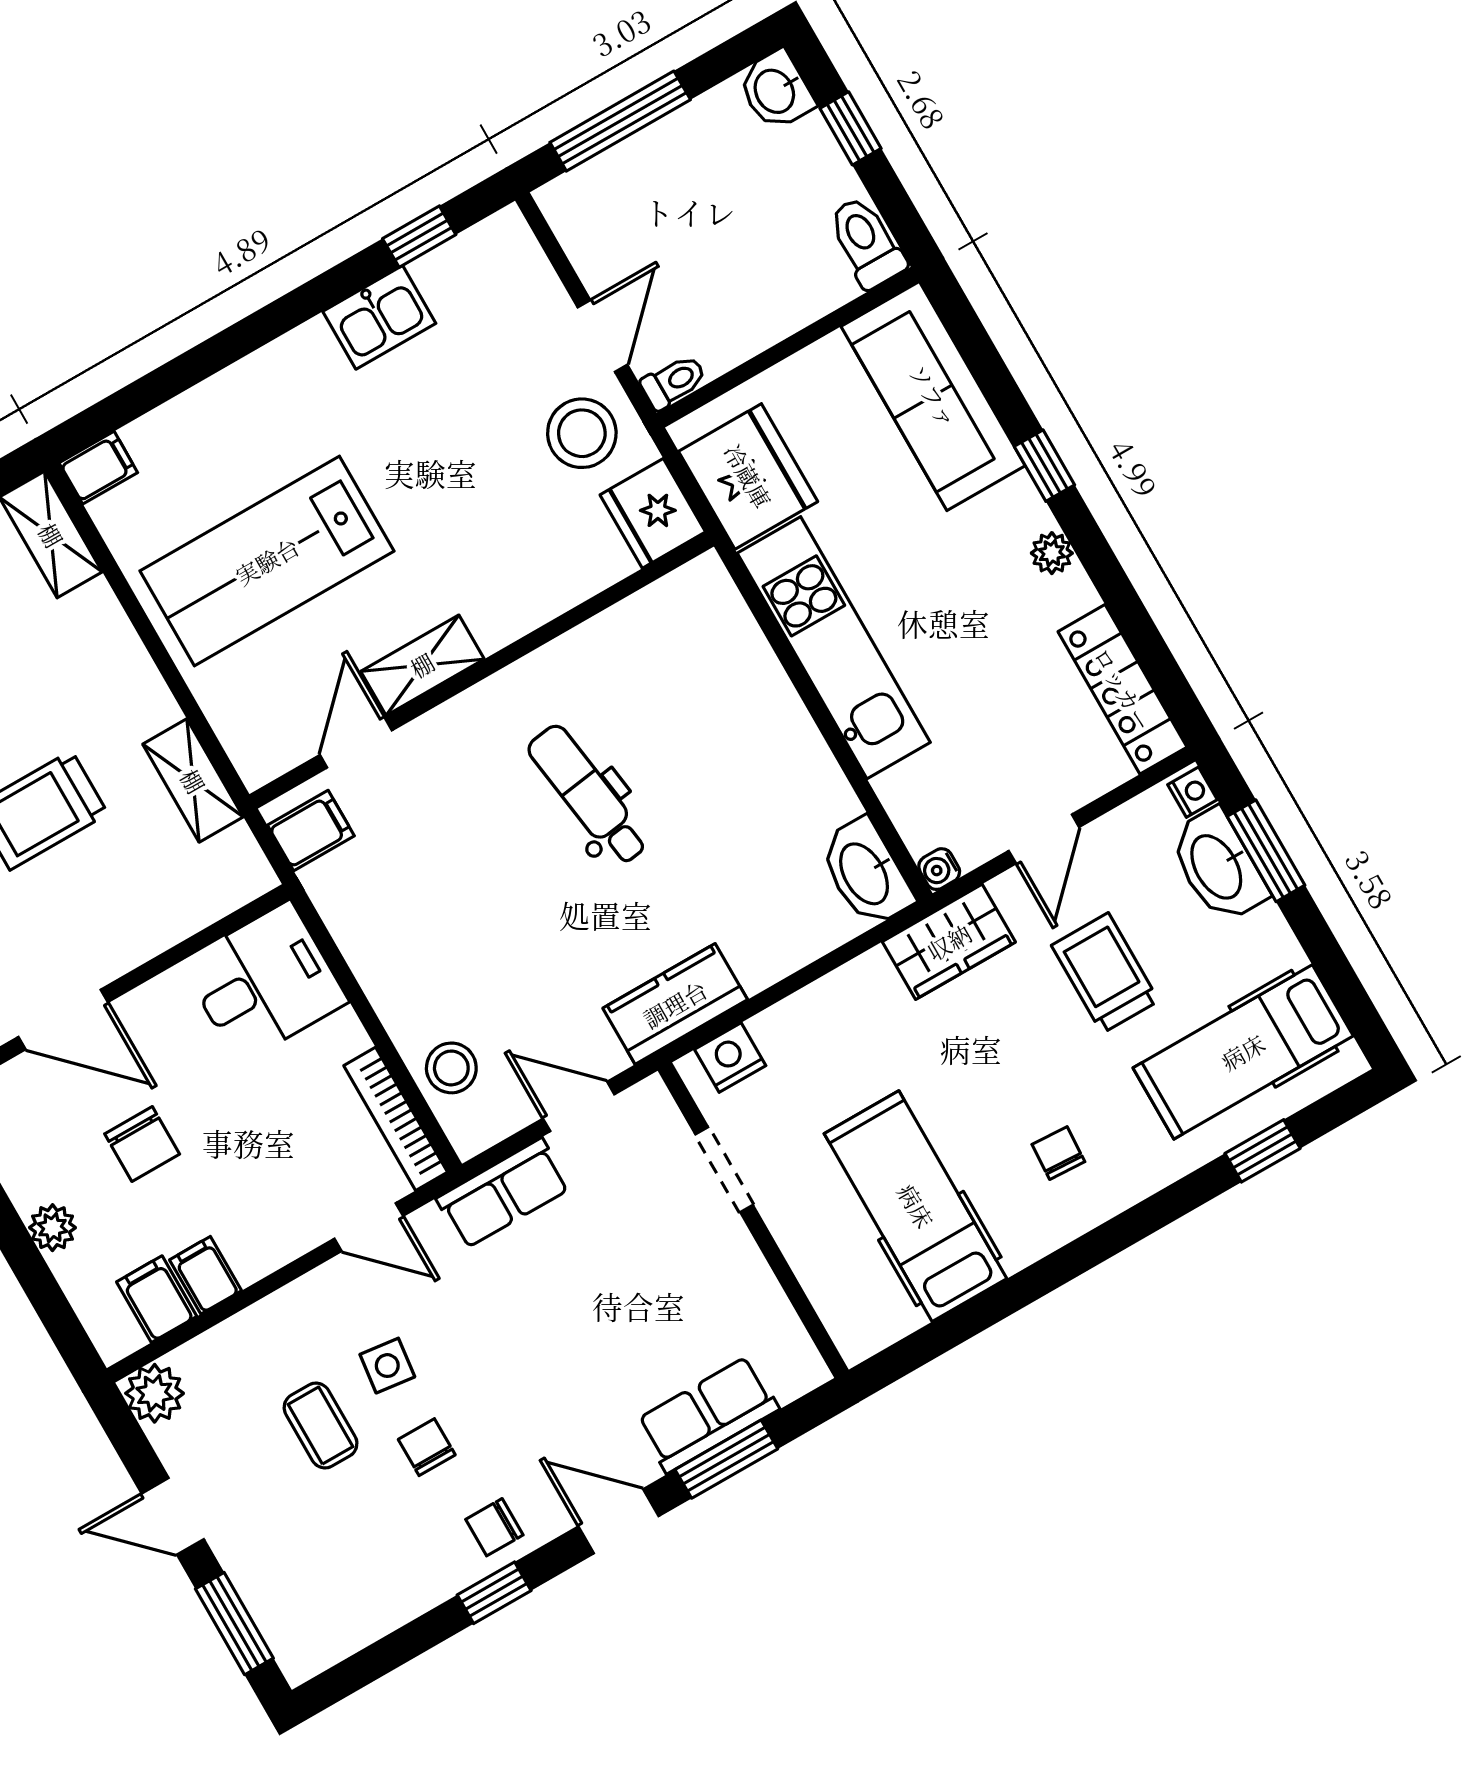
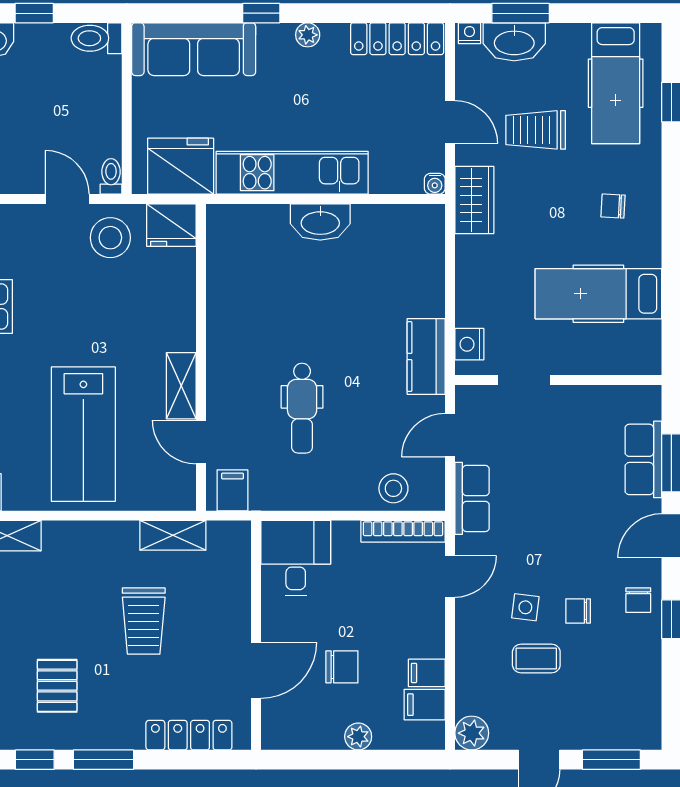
dental chair: (588, 795) -> (302, 408), moved, turned -82
washbasin: (866, 873) -> (320, 222), moved

